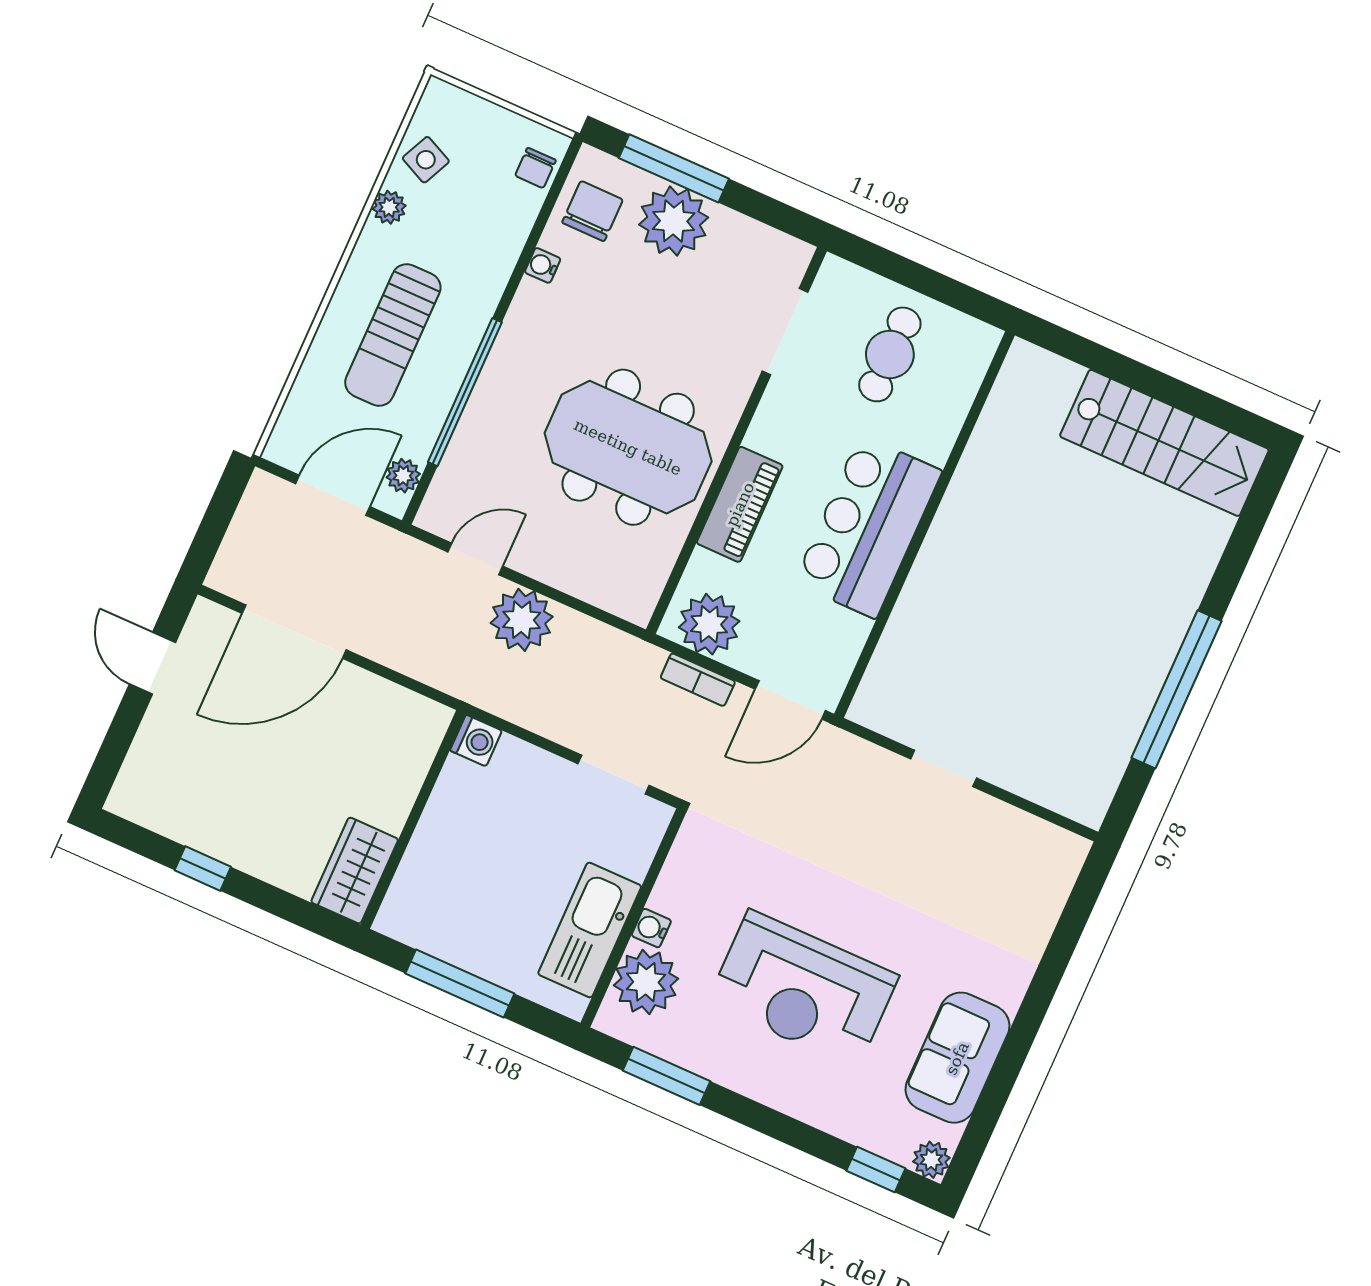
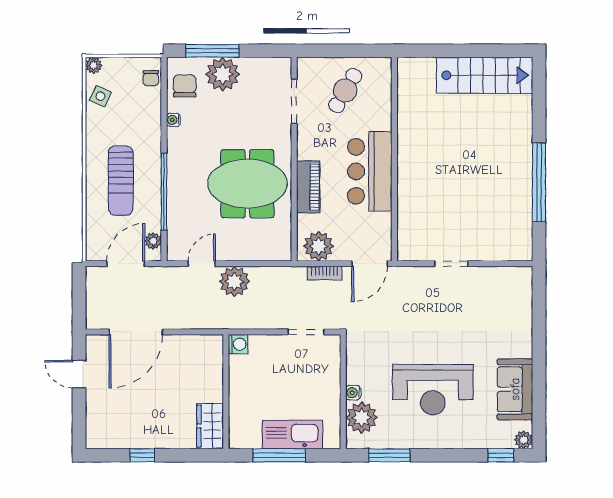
plant: (389, 207) -> (94, 65), moved
cafe table: (890, 354) -> (345, 90), turned 30
kitchen sink: (590, 930) -> (293, 434), moved, turned 90

